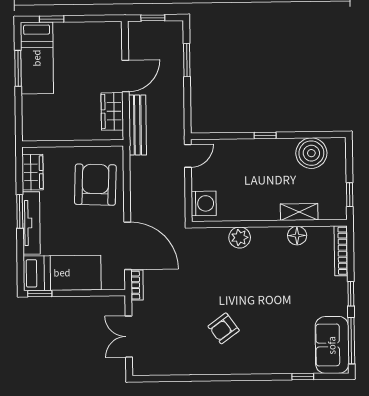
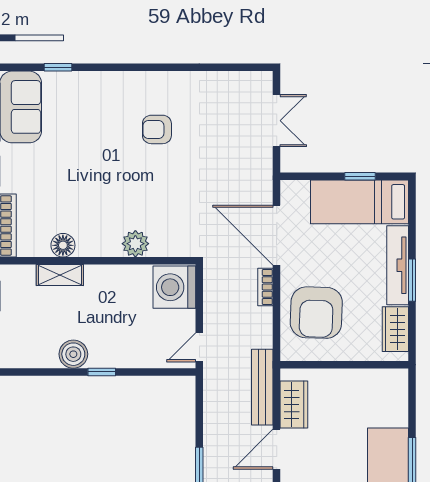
boiler: (311, 153) -> (73, 354), moved, width x0.73, depth x0.73
washing machine: (204, 203) -> (174, 287), width x1.37, depth x1.37
bookcase: (137, 285) -> (265, 287), moved
window: (40, 294) -> (360, 176), moved
armchair: (224, 328) -> (157, 129), turned -144

